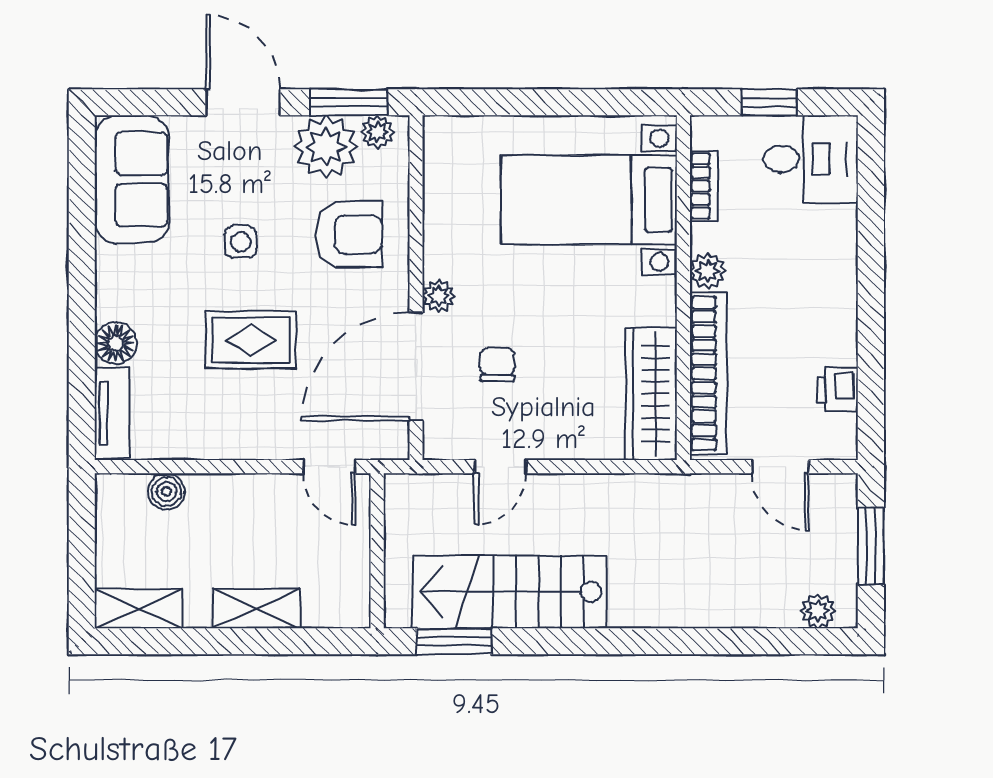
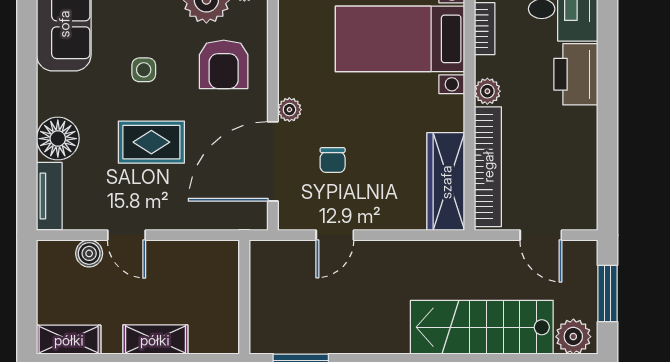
armchair: (349, 234) -> (224, 64), turned 90
floor lamp: (116, 343) -> (58, 139), width x1.38, depth x1.38
chair: (497, 365) -> (333, 160), turned 180
printer: (838, 390) -> (576, 74), moved, width x1.87, depth x1.48
door: (329, 467) -> (126, 235), moved
stairs: (510, 592) -> (482, 327), moved
plant: (818, 611) -> (573, 337), width x1.38, depth x1.38

